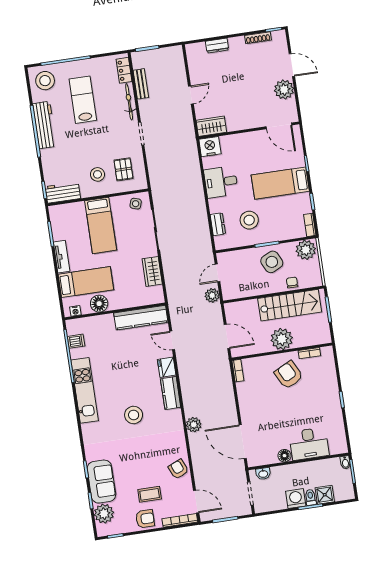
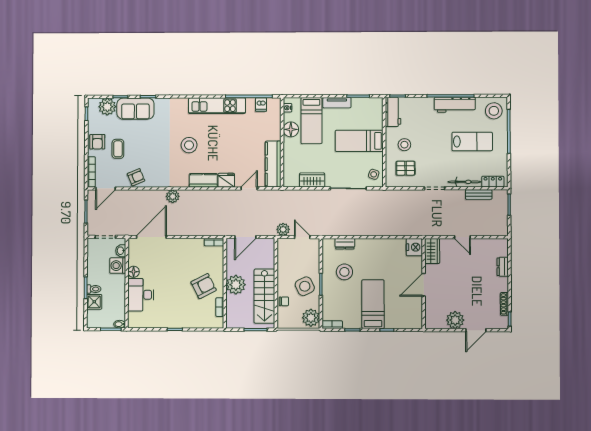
door: (279, 126) -> (424, 285), moved
desk: (221, 182) -> (382, 252), removed
washing machine: (296, 499) -> (118, 266), moved, turned 180

